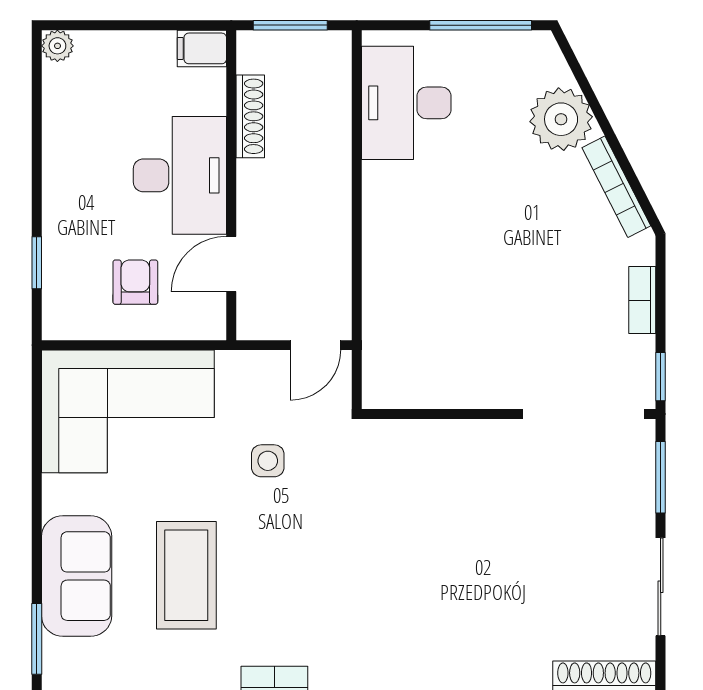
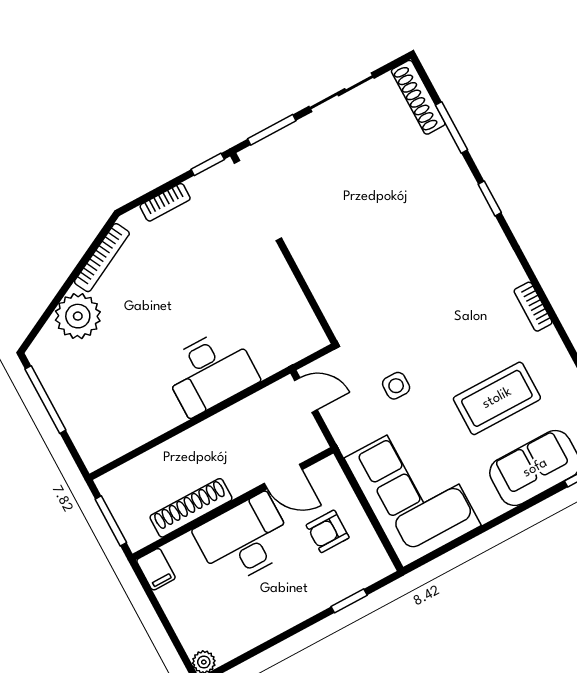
desk: (406, 103) -> (210, 372), moved
shoe rack: (250, 116) -> (191, 508), width x1.36, depth x1.24

